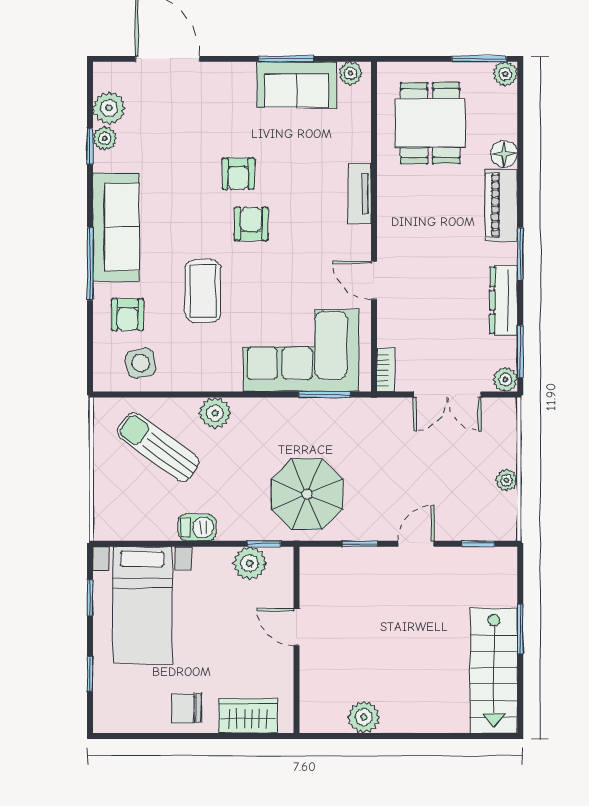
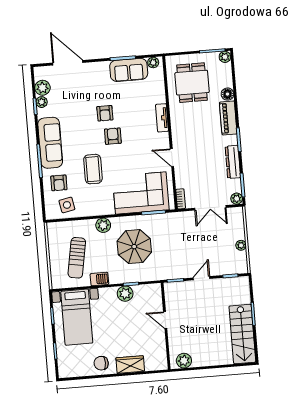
sun lounger: (158, 447) -> (77, 258), moved, turned -116
parasol: (307, 494) -> (134, 247), moved
door: (296, 627) -> (165, 320), moved
wall: (296, 640) -> (166, 326), moved

